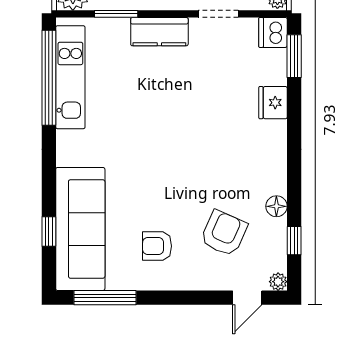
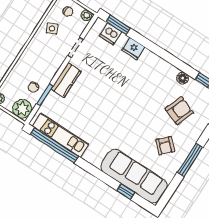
dishwasher: (273, 32) -> (110, 34), moved
armchair: (224, 233) -> (179, 111), turned 87
armchair: (157, 246) -> (165, 146), turned -45
window: (105, 298) -> (190, 160), moved

